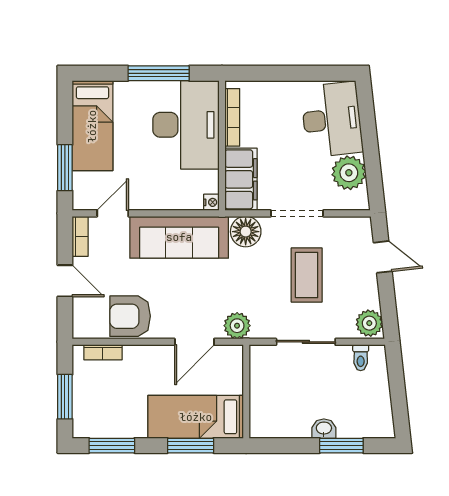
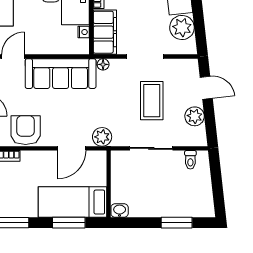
nightstand: (211, 202) -> (84, 32), moved
floor lamp: (246, 232) -> (103, 64), width x0.53, depth x0.53
armchair: (130, 316) -> (26, 130), turned 90
plant: (369, 323) -> (195, 116), moved
washbasin: (324, 429) -> (120, 210), moved

